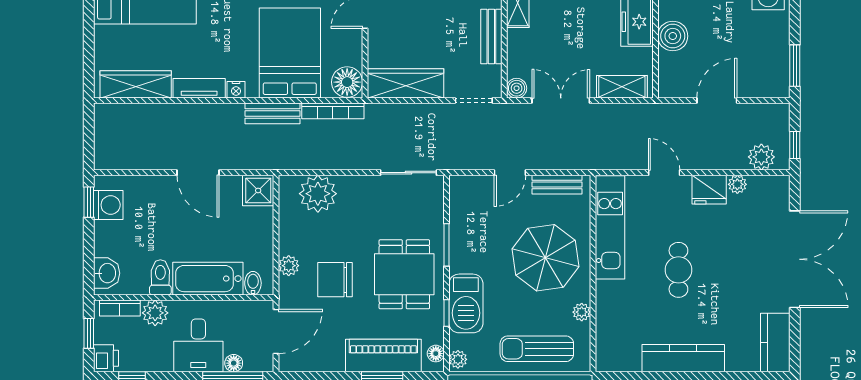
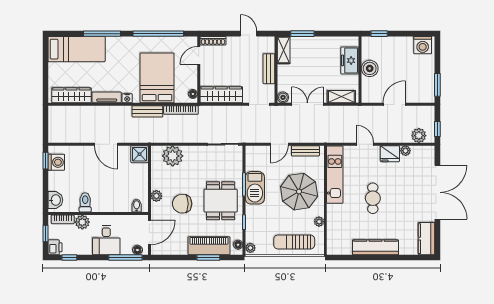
floor lamp: (347, 82) -> (193, 94), width x0.53, depth x0.53
bathtub: (208, 279) -> (112, 203), removed
barbecue: (466, 303) -> (255, 188), moved
floor lamp: (234, 363) -> (137, 250), moved

